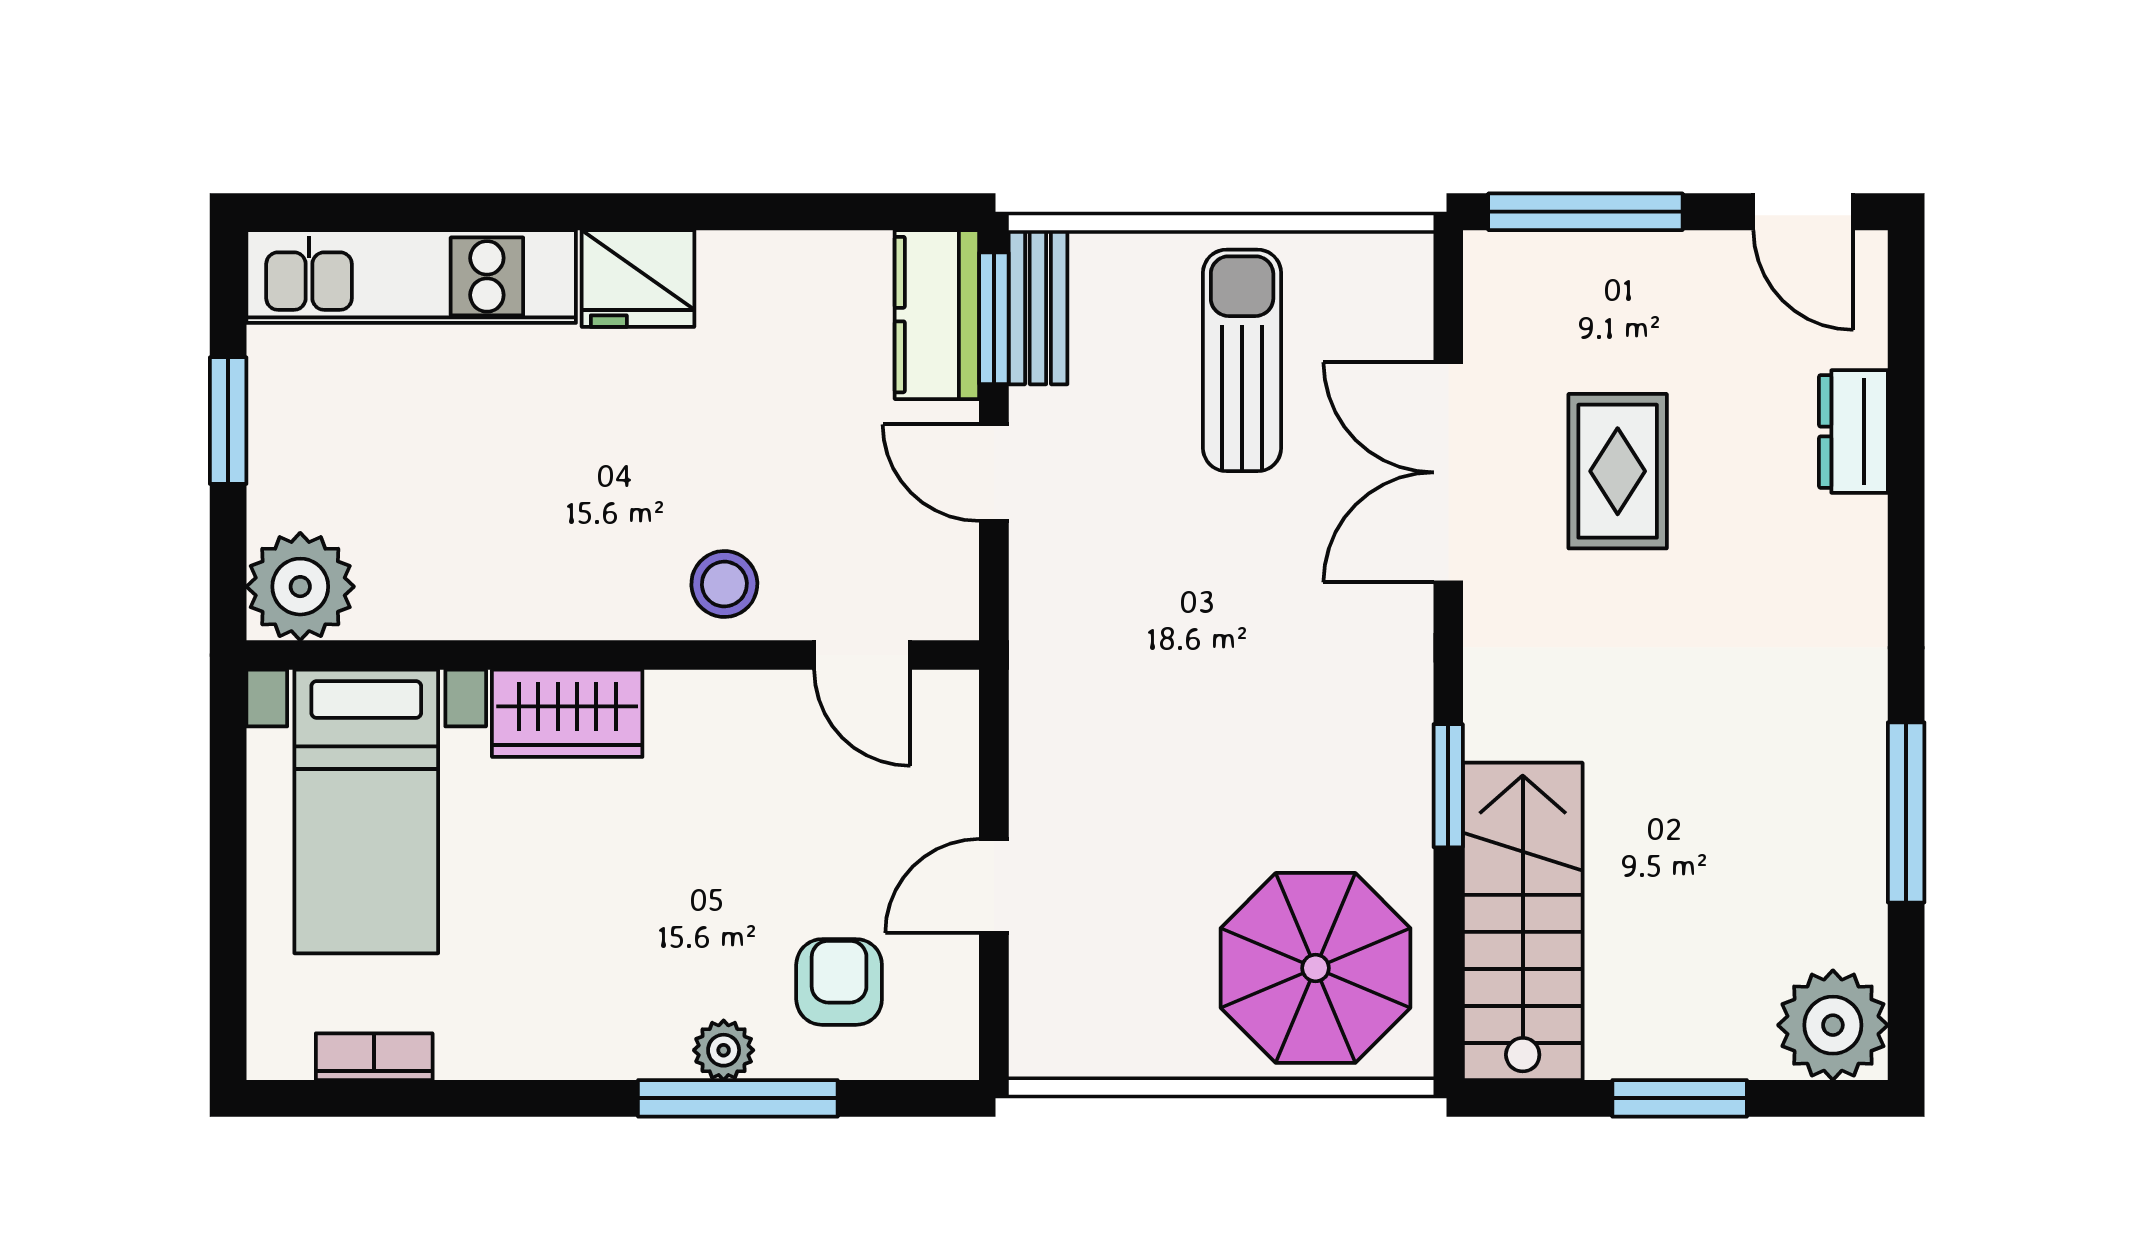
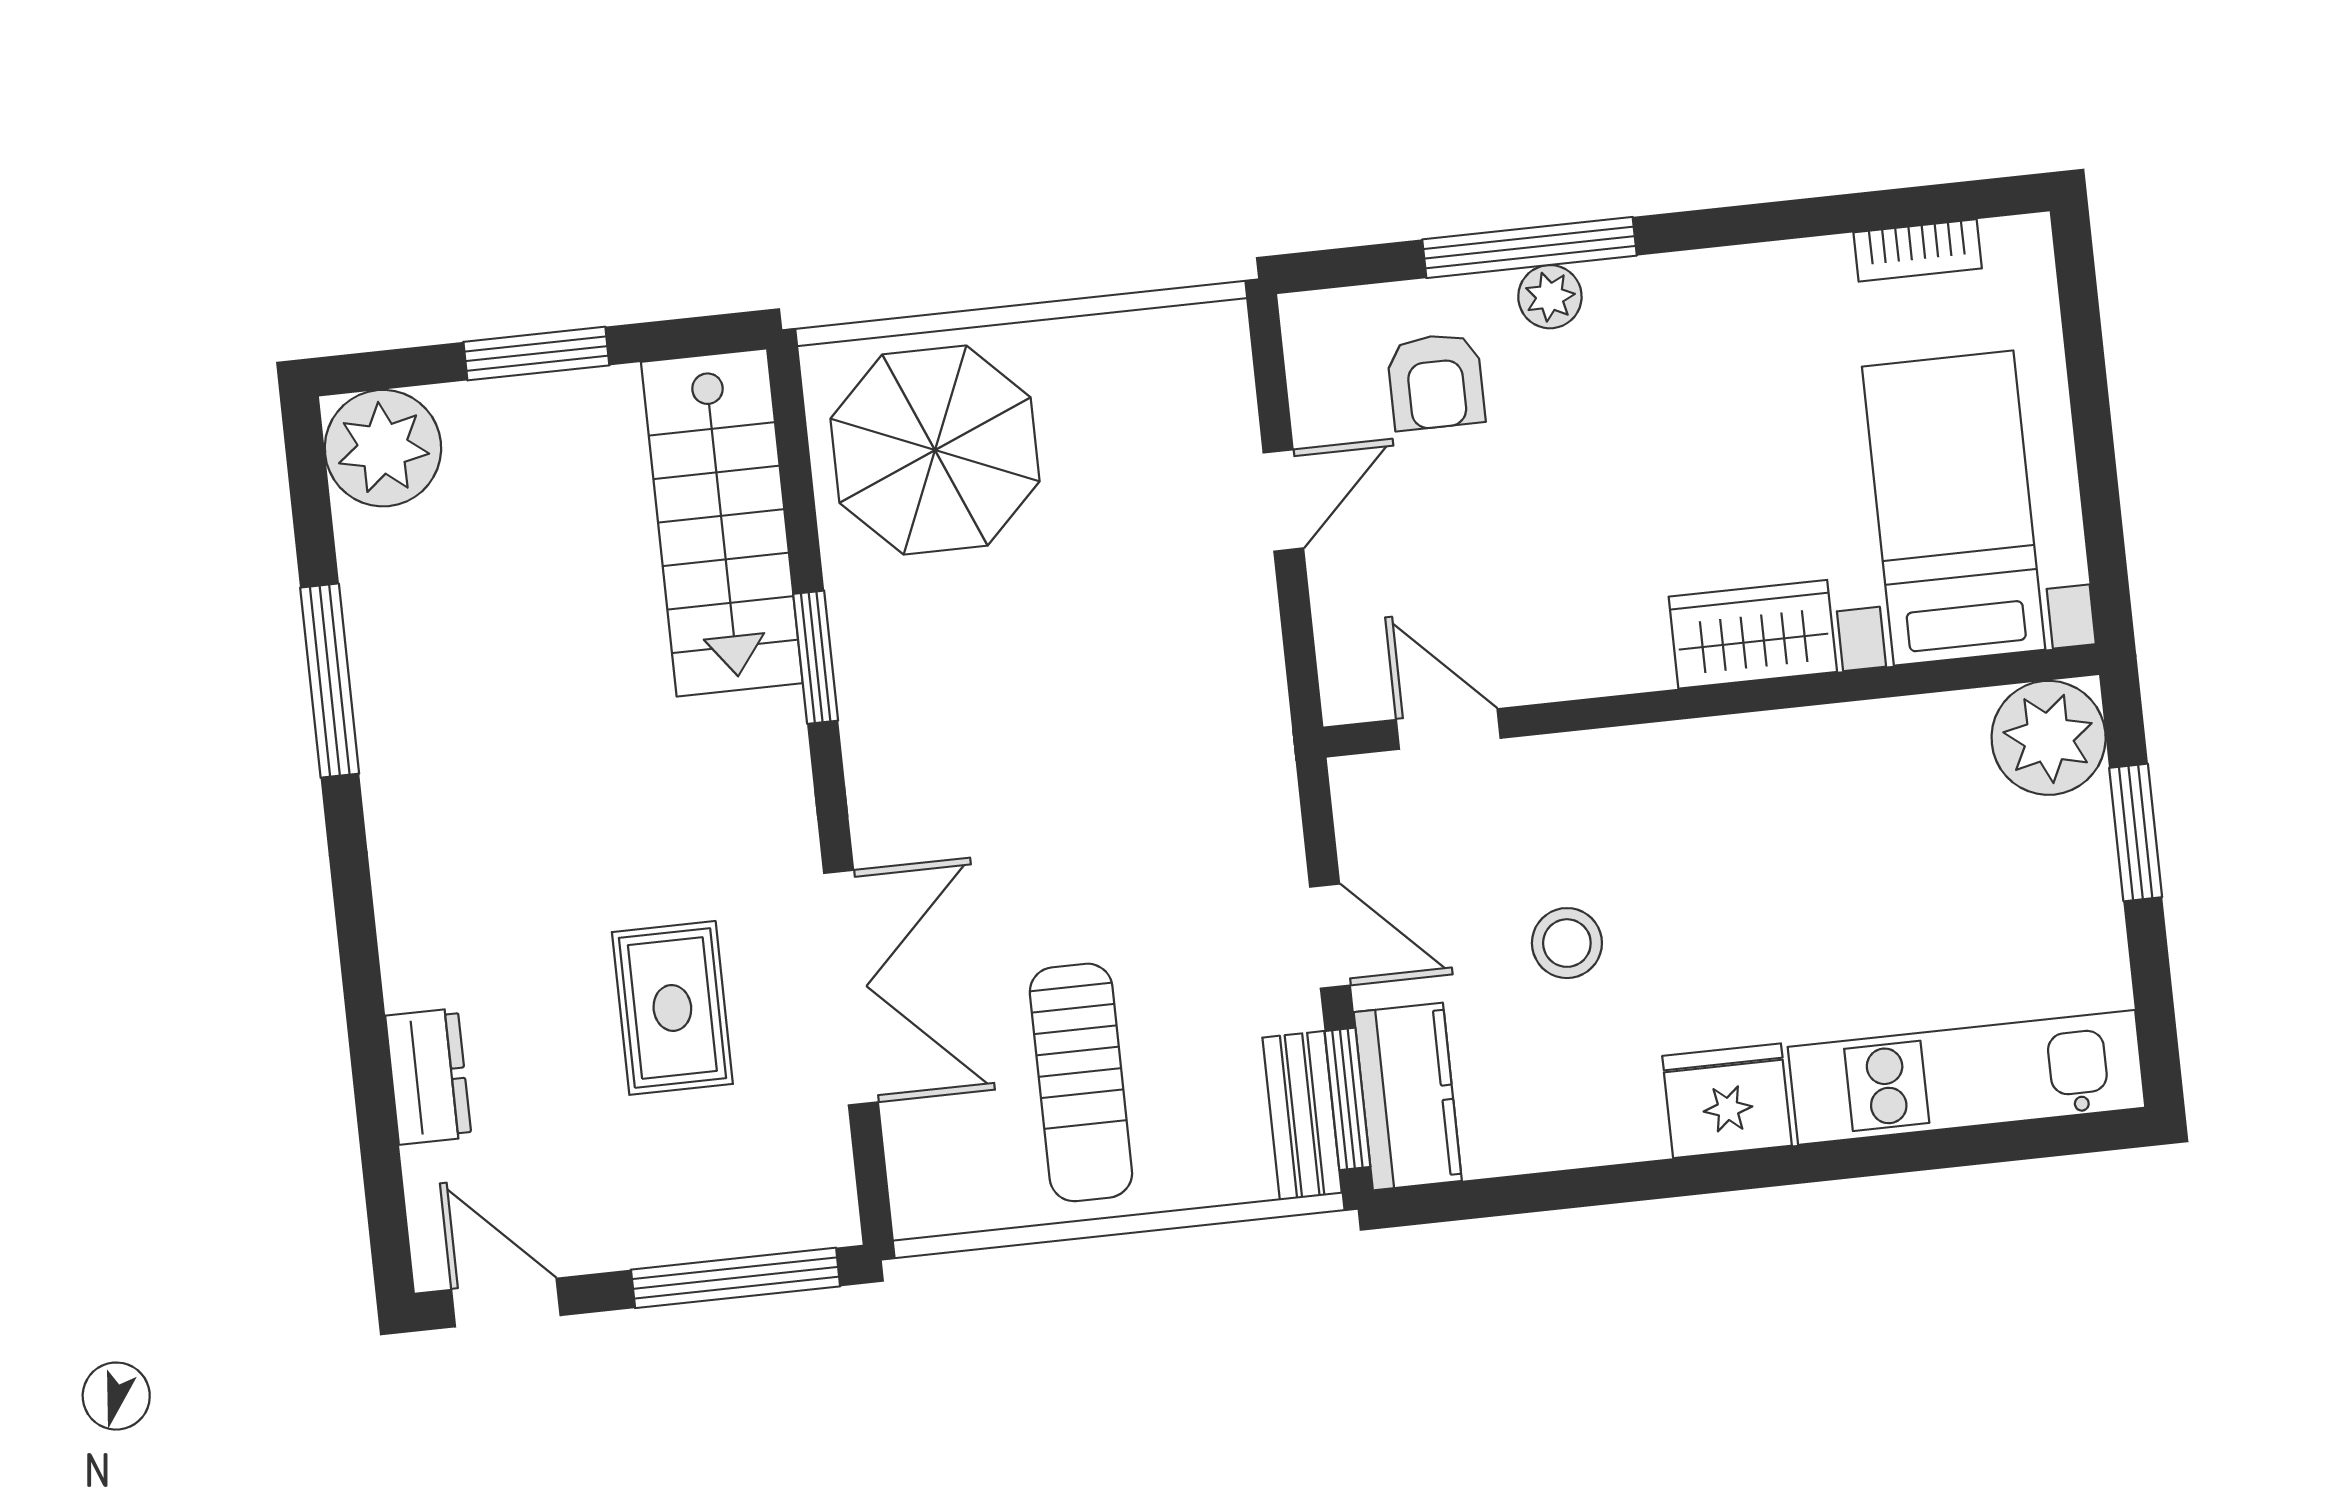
window: (228, 421) -> (2136, 832), moved
stool: (724, 584) -> (1567, 943), moved

